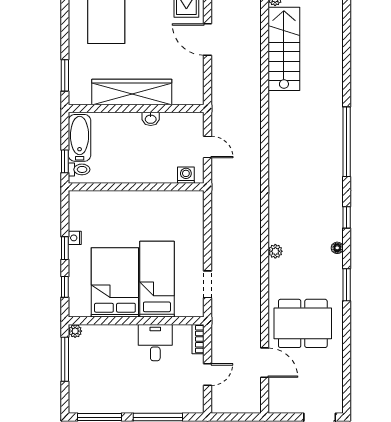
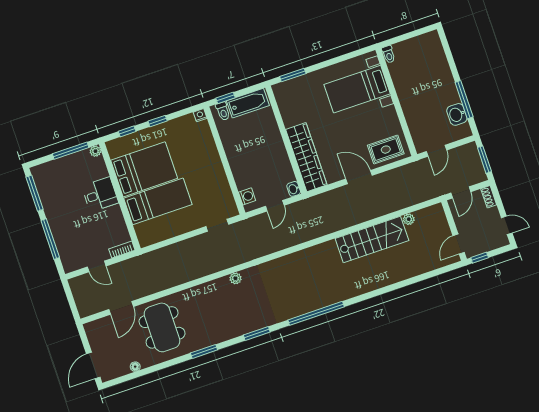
door: (208, 40) -> (359, 177), hinge flipped
wardrobe: (132, 92) -> (306, 157), moved
washbasin: (151, 119) -> (294, 189), moved
window: (347, 217) -> (257, 334), width x1.50
nightstand: (75, 238) -> (200, 115), moved
floor lamp: (337, 248) -> (135, 367), moved
plant: (275, 251) -> (235, 278), moved
doorway: (208, 284) -> (217, 225), moved
desk: (155, 343) -> (100, 194), moved

